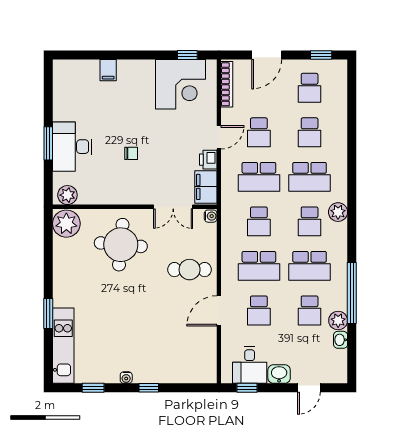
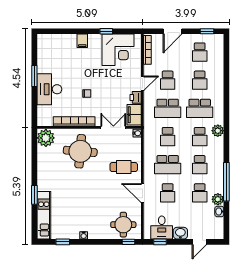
window: (187, 55) -> (106, 31), moved
filing cabinet: (108, 70) -> (82, 41), moved
window: (48, 143) -> (34, 76), moved
plant: (67, 195) -> (46, 120), removed
bookcase: (111, 197) -> (74, 121), added
double door: (173, 207) -> (113, 127), swing flipped
school desk: (310, 266) -> (200, 165), width x0.54
door: (219, 311) -> (142, 193), hinge flipped
round table: (189, 361) -> (123, 225), added
window: (149, 388) -> (128, 242), moved

